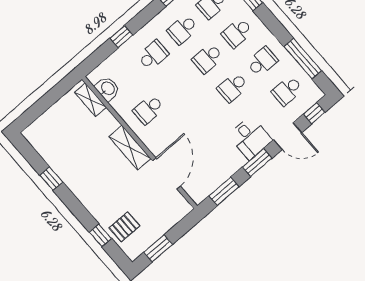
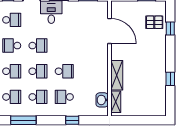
school desk: (149, 110) -> (64, 71), moved
shelving: (130, 148) -> (117, 75), moved
door: (166, 173) -> (109, 31), swing flipped

